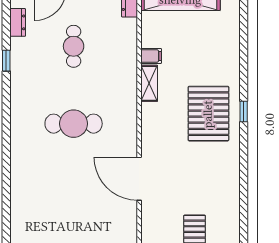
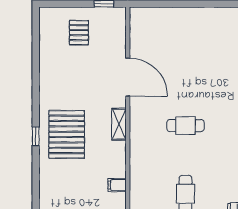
shelving: (149, 83) -> (119, 124), moved
cafe table: (74, 124) -> (185, 126), width x0.73, depth x0.74

